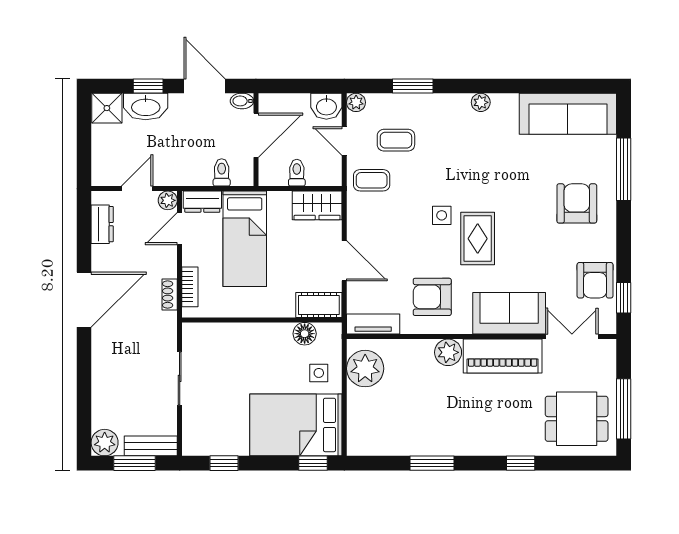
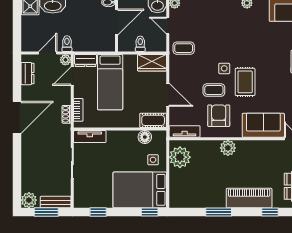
coffee table: (396, 140) -> (214, 90), moved
toilet: (222, 172) -> (67, 44), moved
armchair: (432, 297) -> (219, 116), turned 90
tv unit: (210, 333) -> (90, 137), added
piano: (503, 356) -> (249, 198), moved, turned 180

